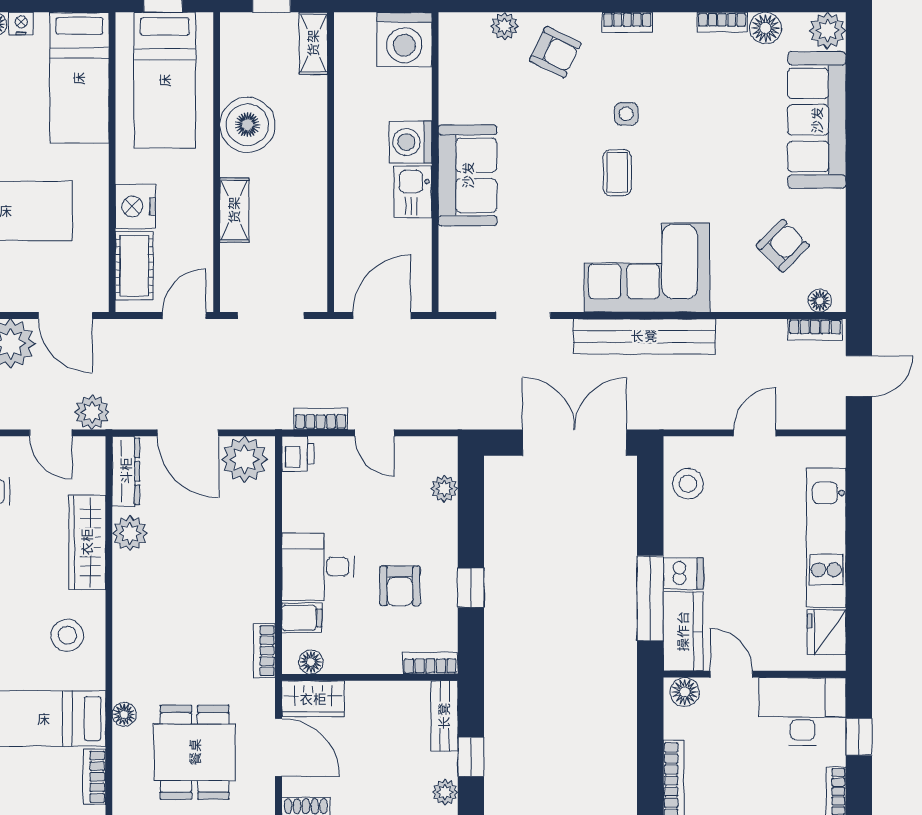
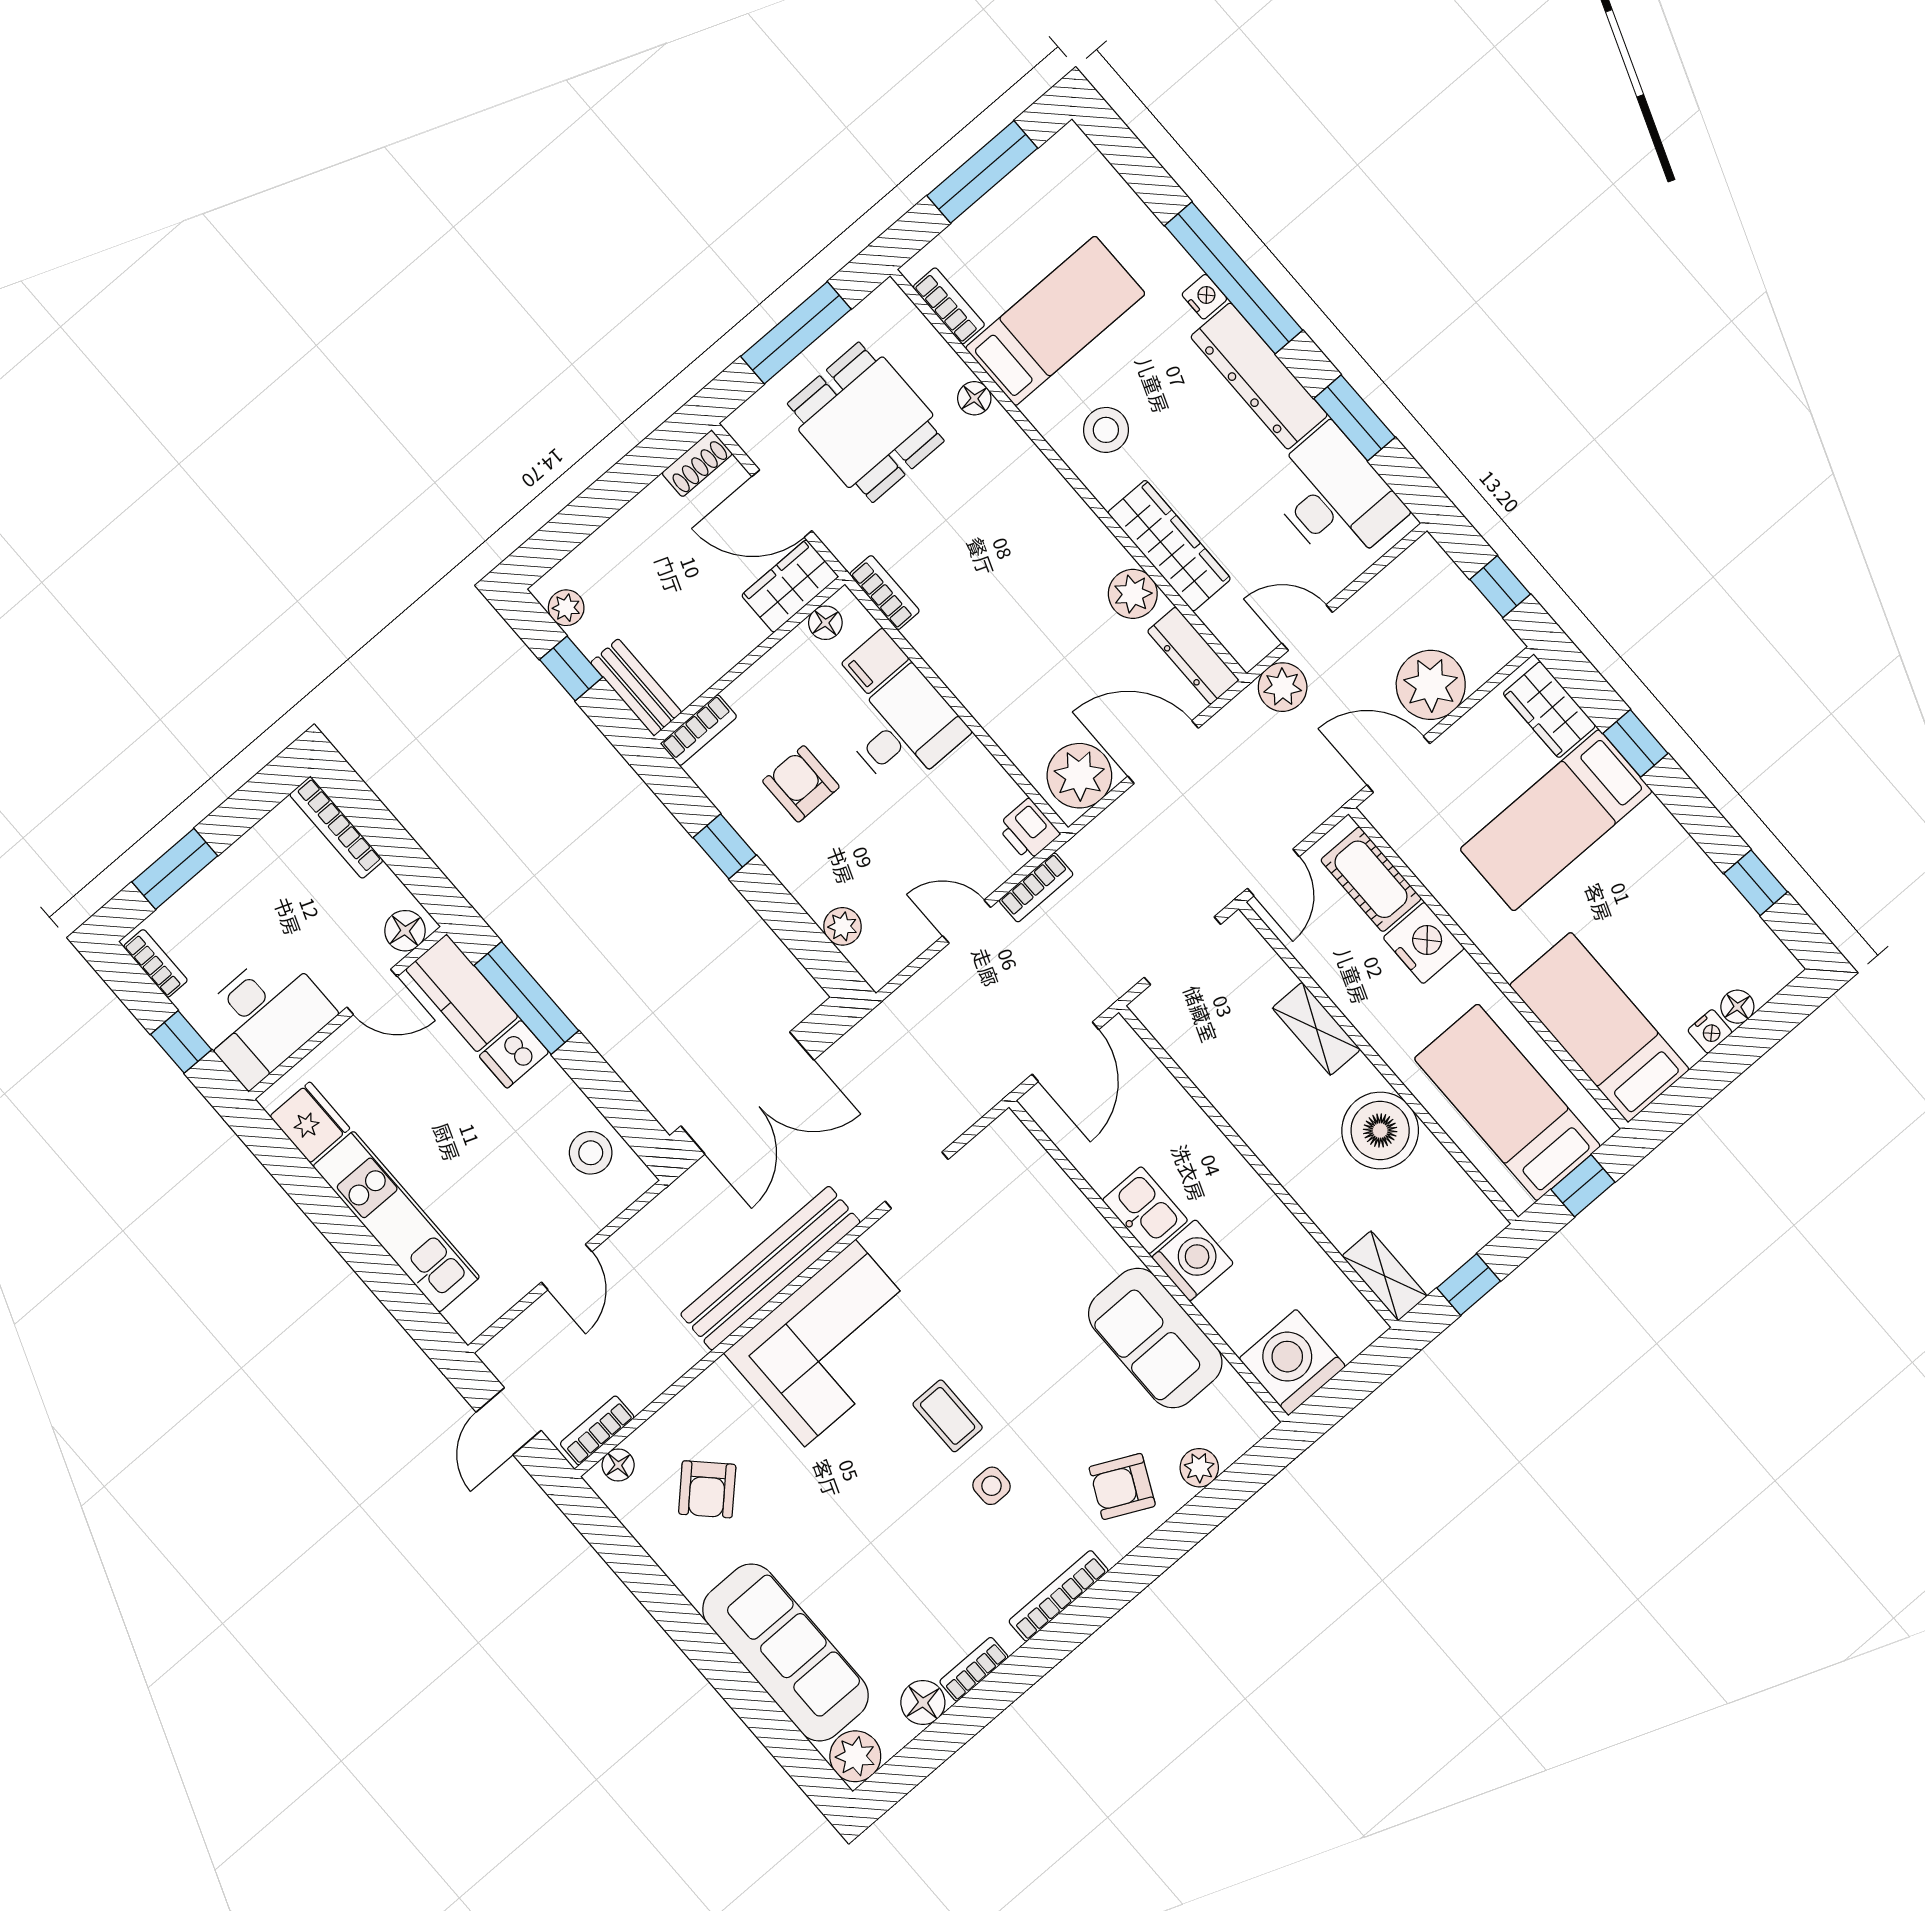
bookcase: (627, 22) -> (1059, 1596), width x1.56
sofa: (468, 175) -> (1155, 1338), moved

